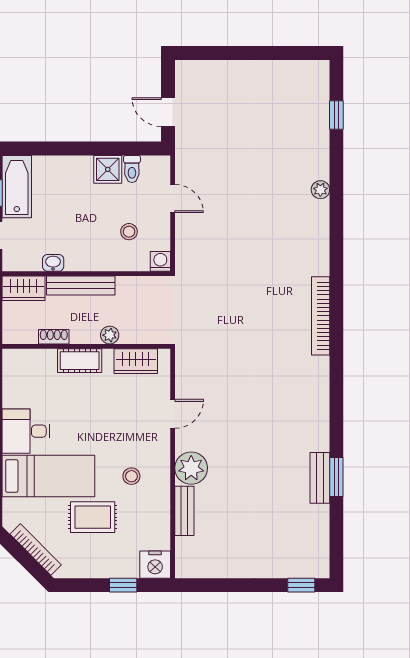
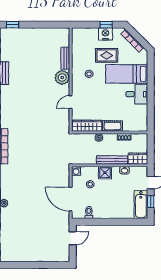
door: (168, 112) -> (73, 238), hinge flipped
shower: (108, 169) -> (105, 173), moved
door: (173, 199) -> (71, 199), width x1.88
wardrobe: (136, 361) -> (87, 126), width x1.50
nightstand: (155, 565) -> (105, 34), moved
window: (123, 585) -> (106, 25), moved

